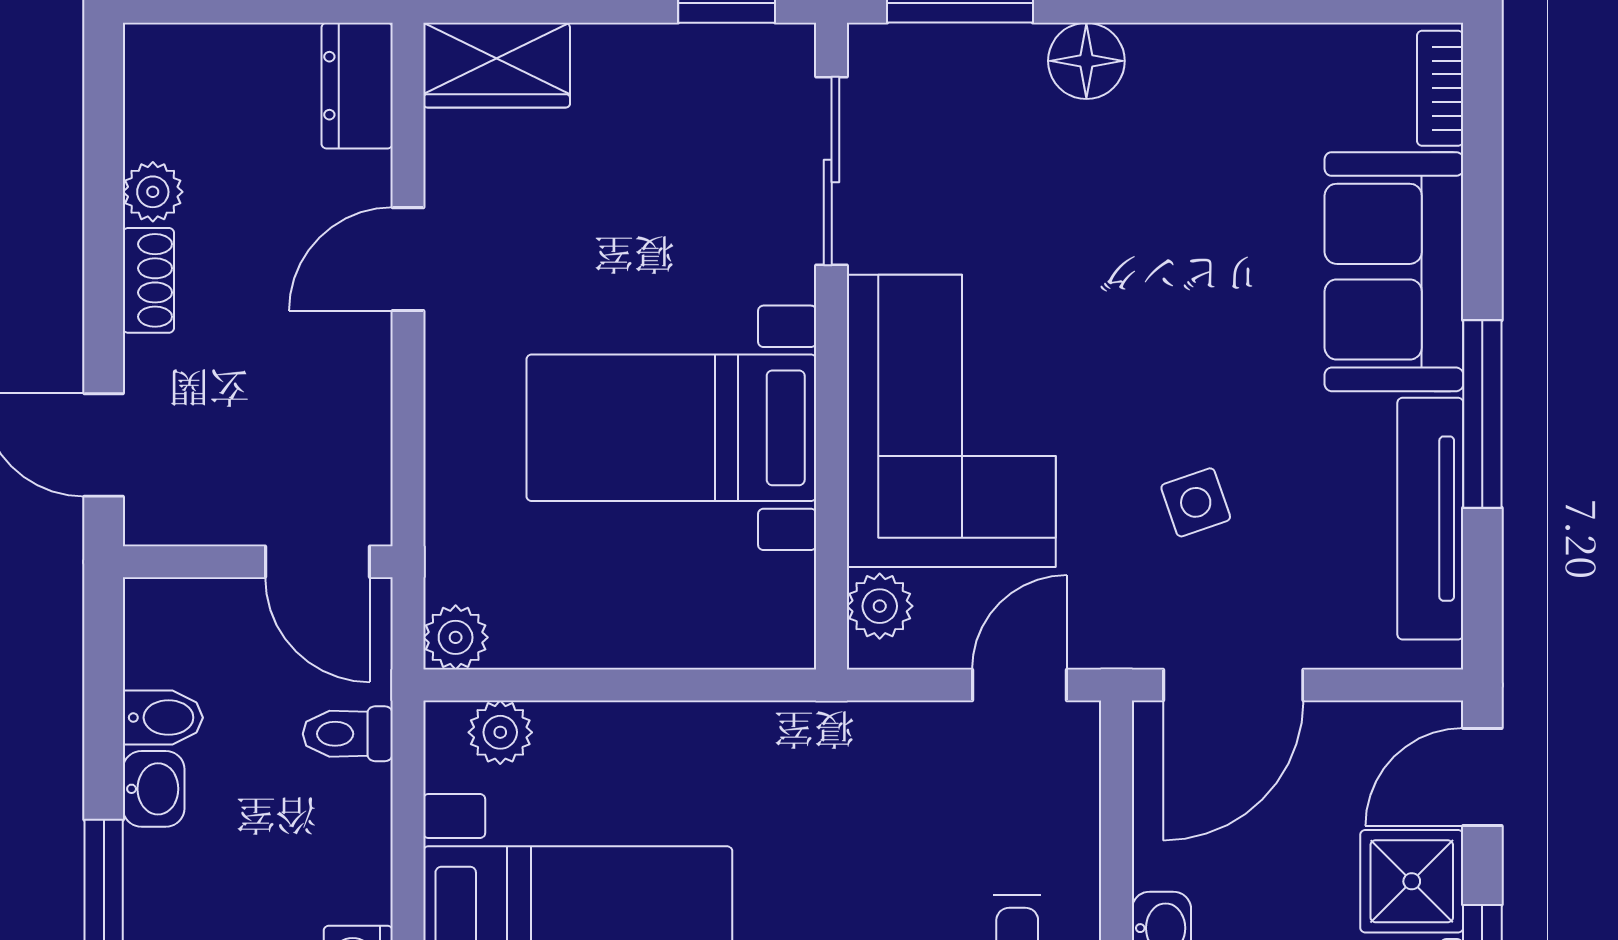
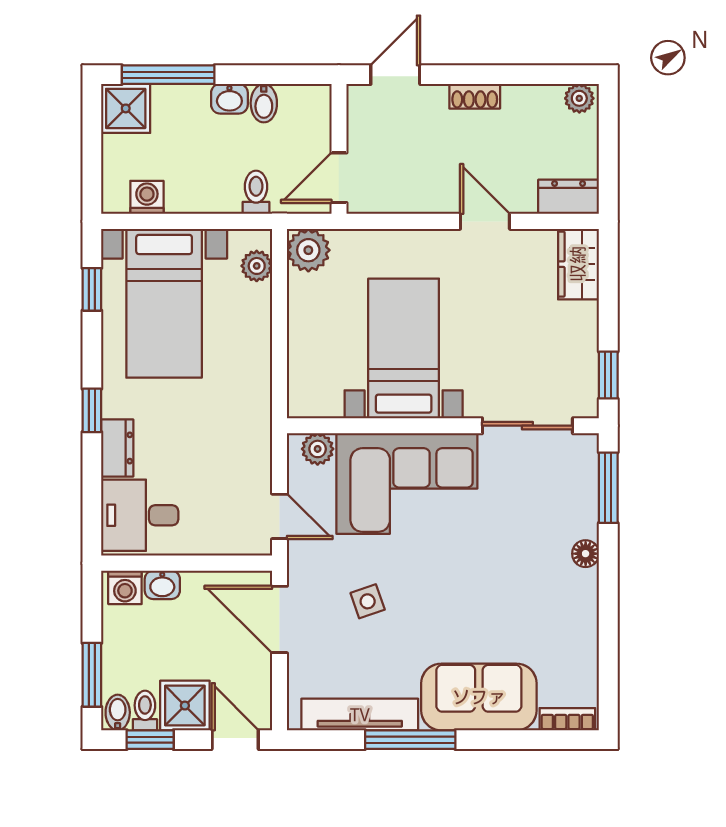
floor lamp: (1086, 61) -> (586, 554), width x0.73, depth x0.73
plant: (153, 192) -> (579, 98), moved
plant: (456, 637) -> (308, 250), width x1.38, depth x1.38

